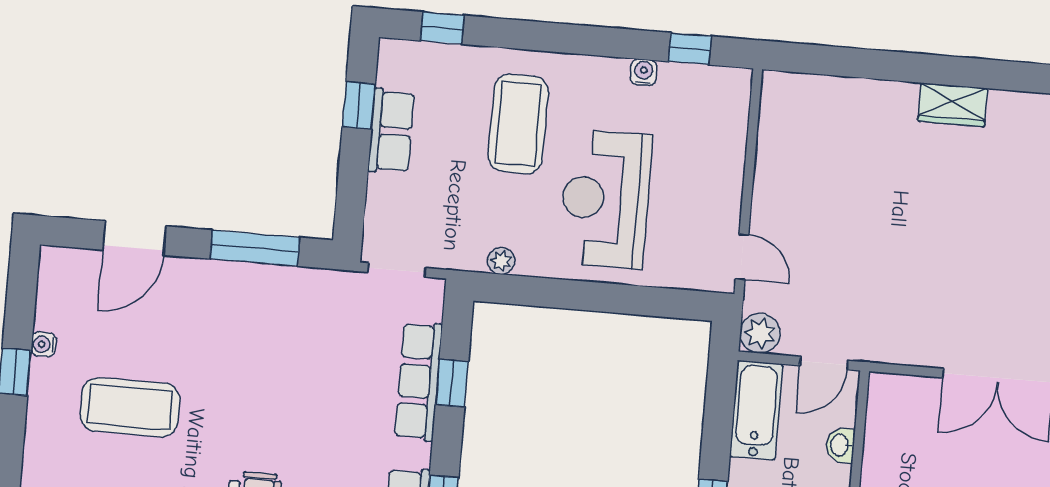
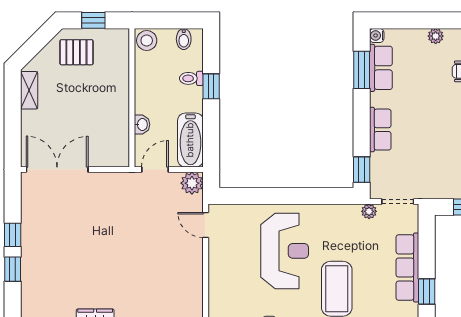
row of seats: (391, 131) -> (407, 267), width x1.48
plant: (501, 261) -> (369, 211), moved
row of seats: (419, 381) -> (380, 130), width x0.68
window: (452, 383) -> (362, 170), moved

